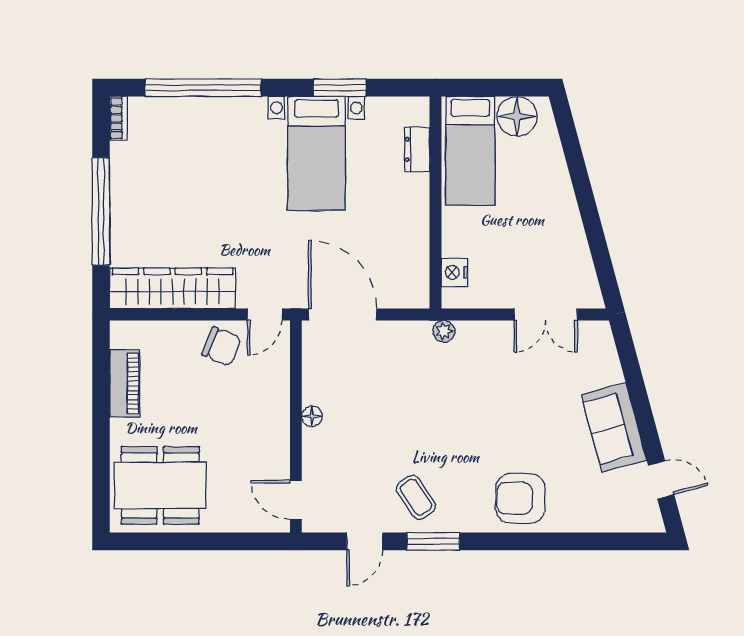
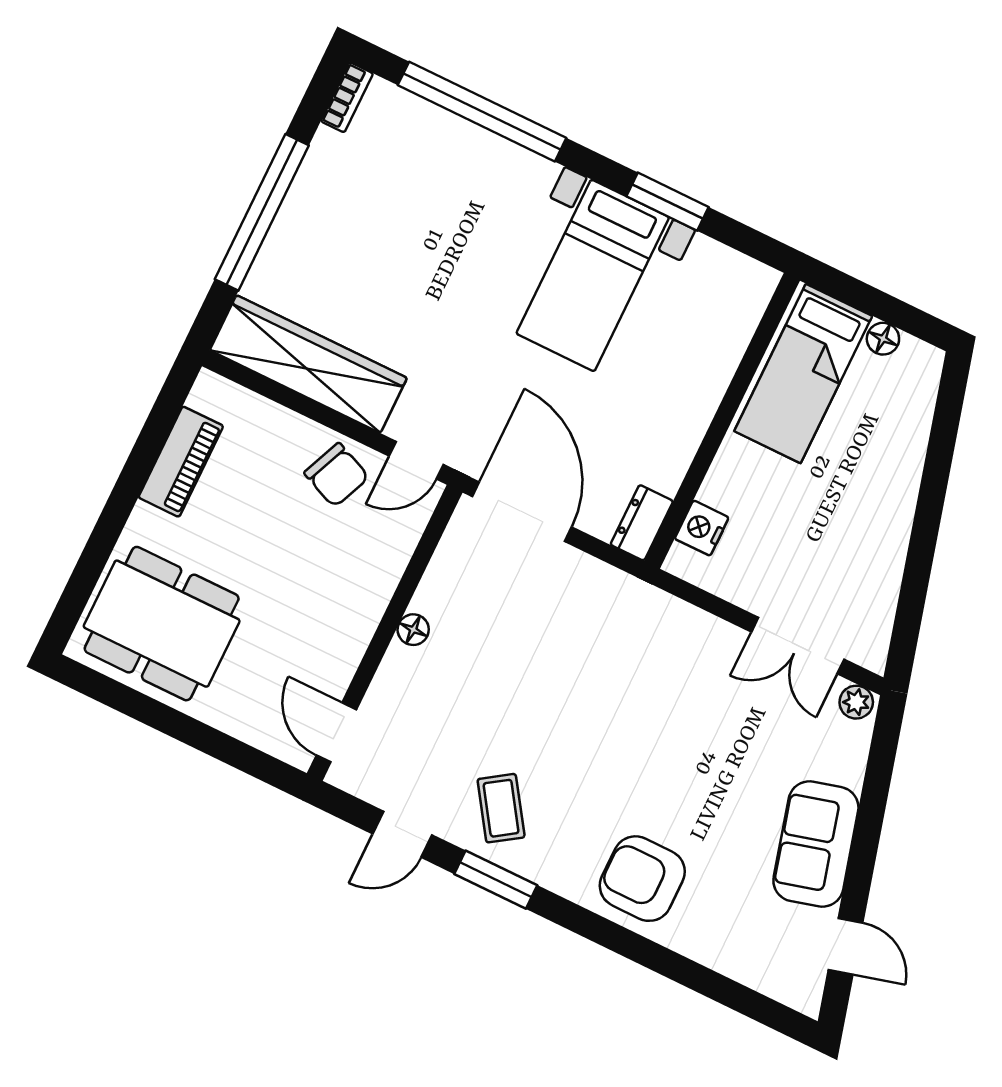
floor lamp: (517, 116) -> (883, 339), width x0.53, depth x0.53
dresser: (417, 149) -> (642, 523), moved
plant: (444, 331) -> (856, 702), moved

